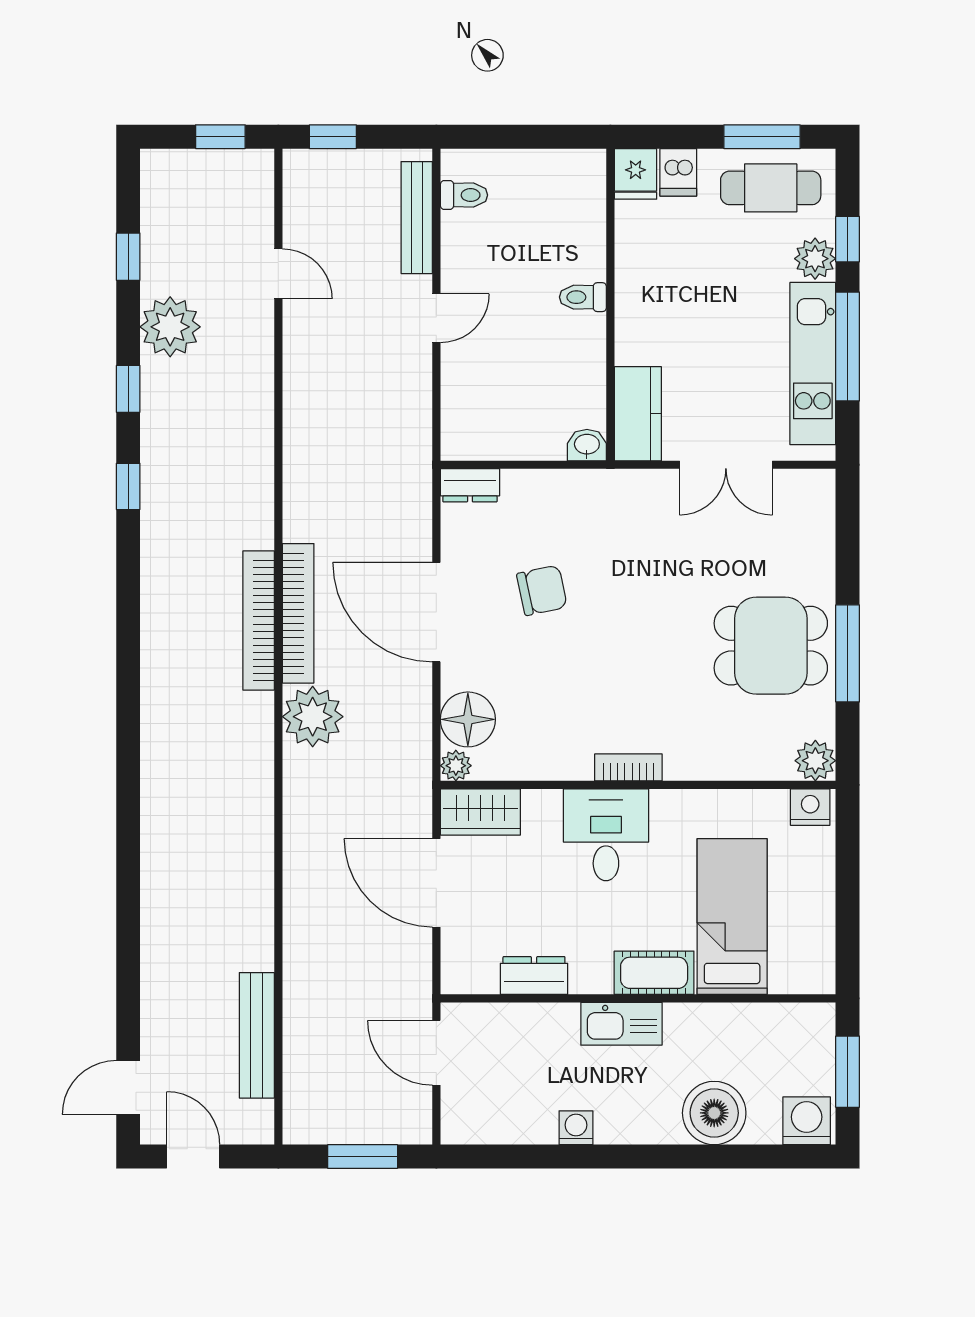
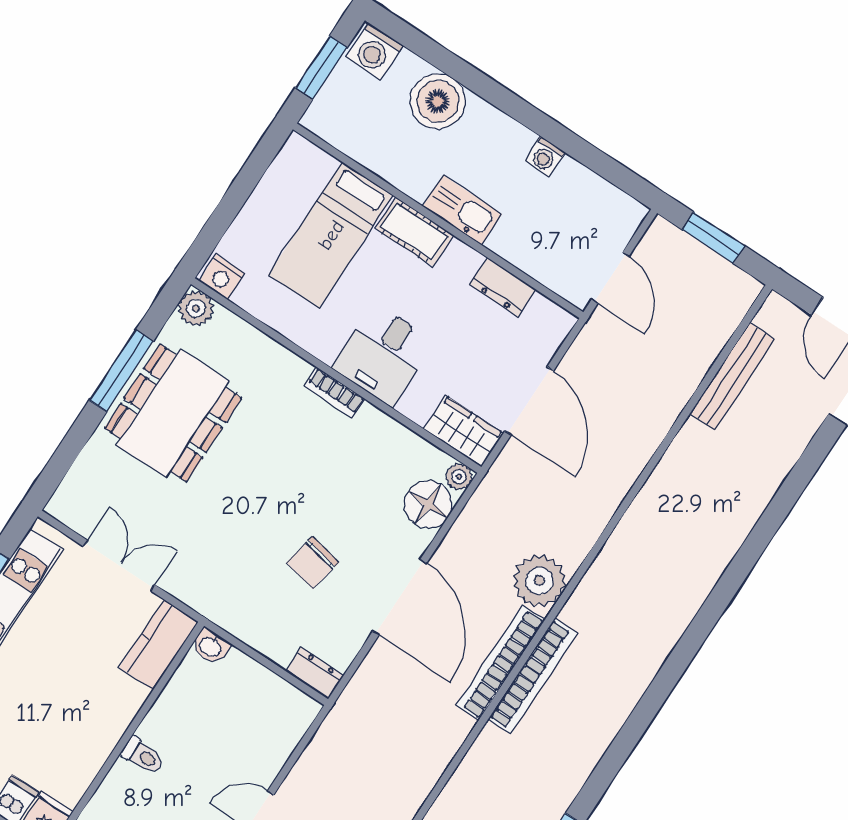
chair: (542, 590) -> (313, 563), turned -67
dining table: (771, 646) -> (173, 413), width x1.38

